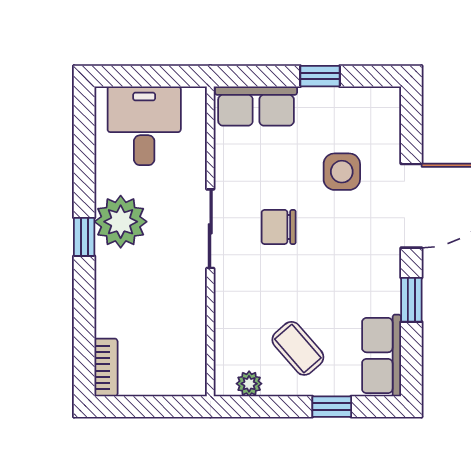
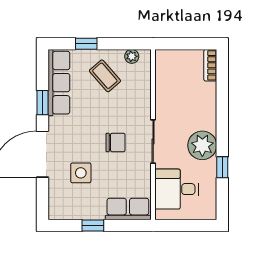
desk: (144, 126) -> (177, 189), moved, turned 90
window: (84, 237) -> (222, 167), moved
row of seats: (382, 356) -> (59, 83), width x1.48

